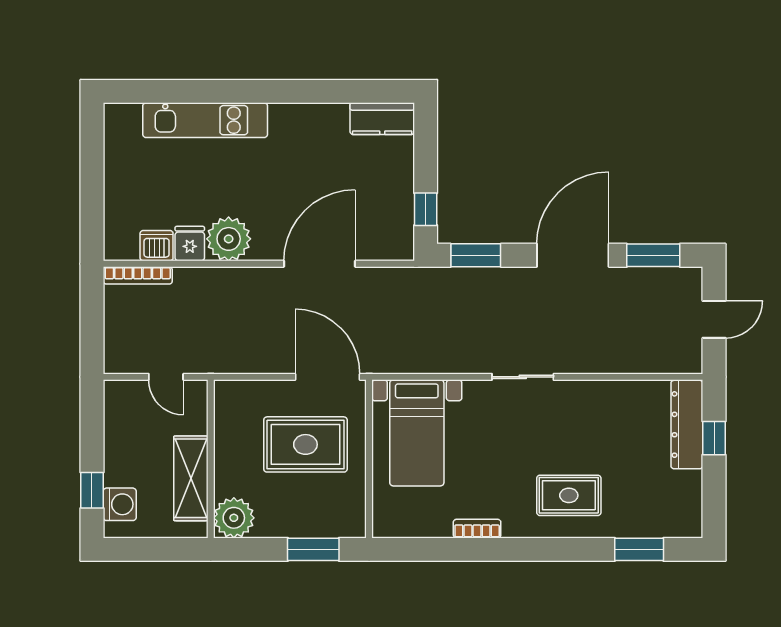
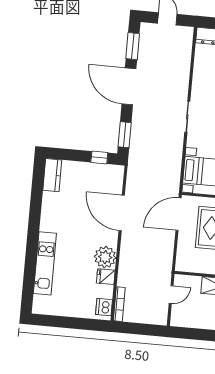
dishwasher: (157, 246) -> (104, 307), moved

